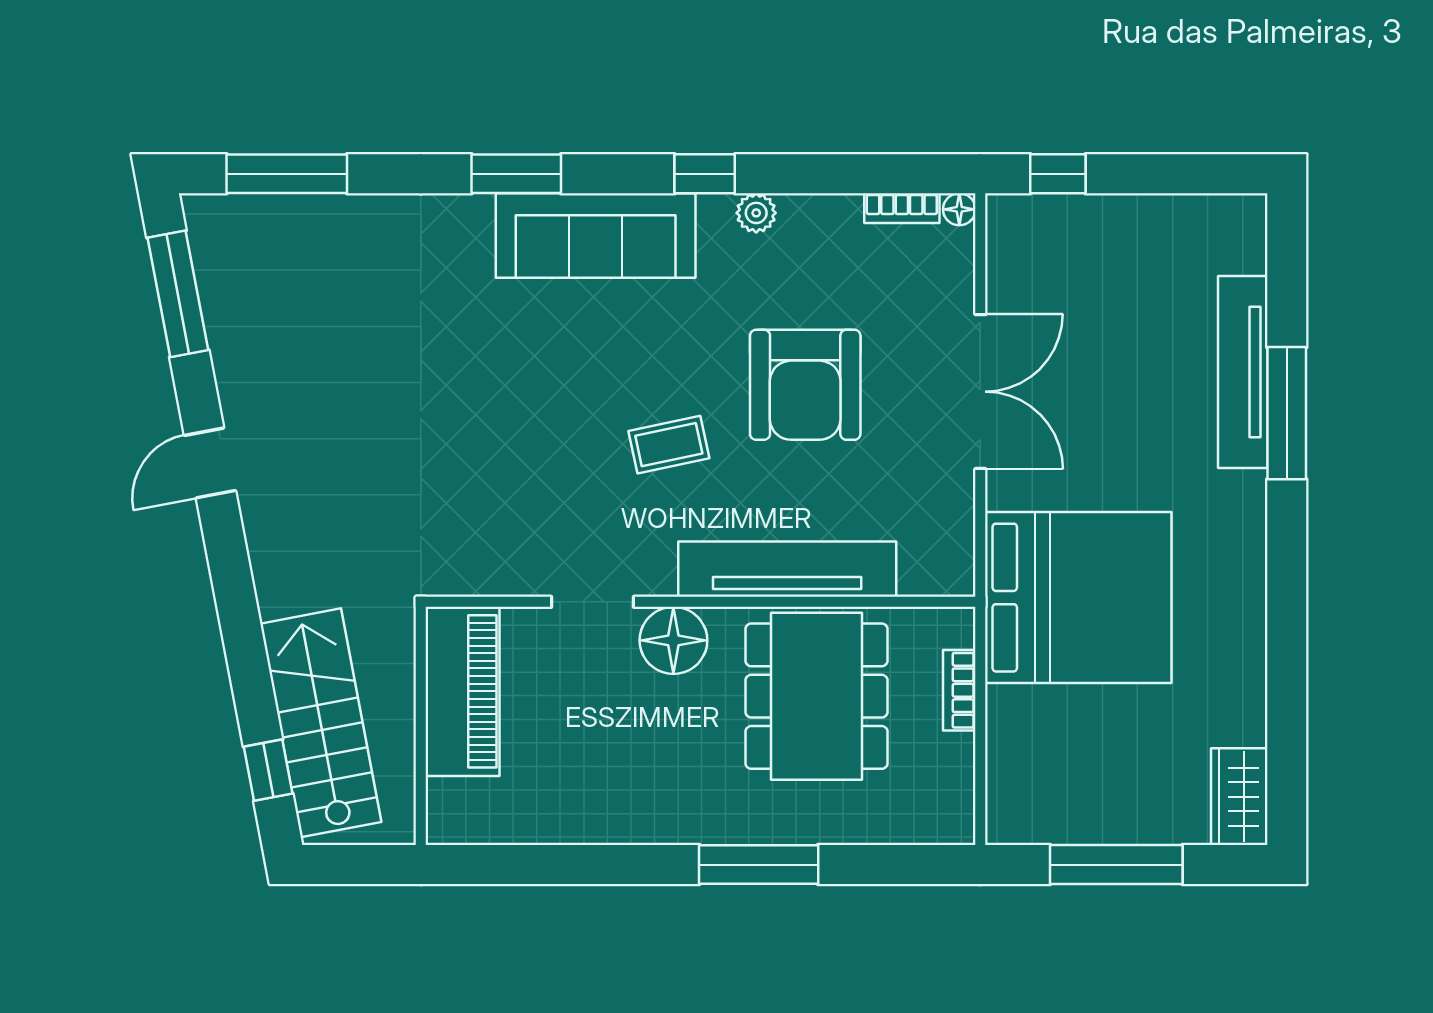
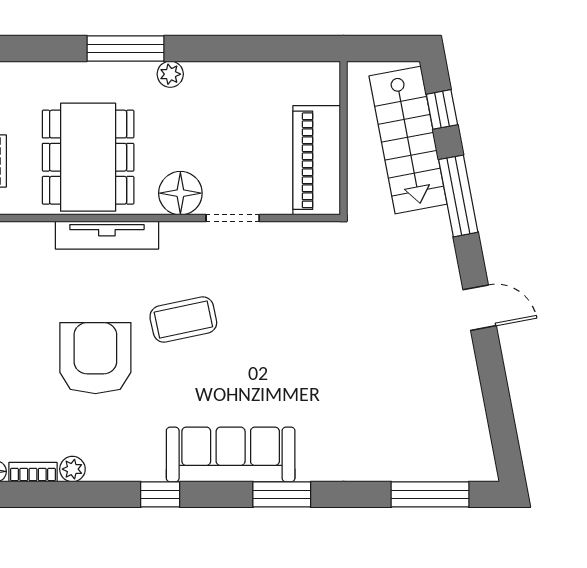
plant: (756, 213) -> (72, 469), moved
window: (178, 294) -> (458, 196), moved
coffee table: (669, 445) -> (183, 320), width x1.36, depth x1.30
door: (210, 463) -> (480, 308), hinge flipped
tv unit: (787, 569) -> (107, 235), width x0.73, depth x0.78
plant: (689, 825) -> (170, 74), added

